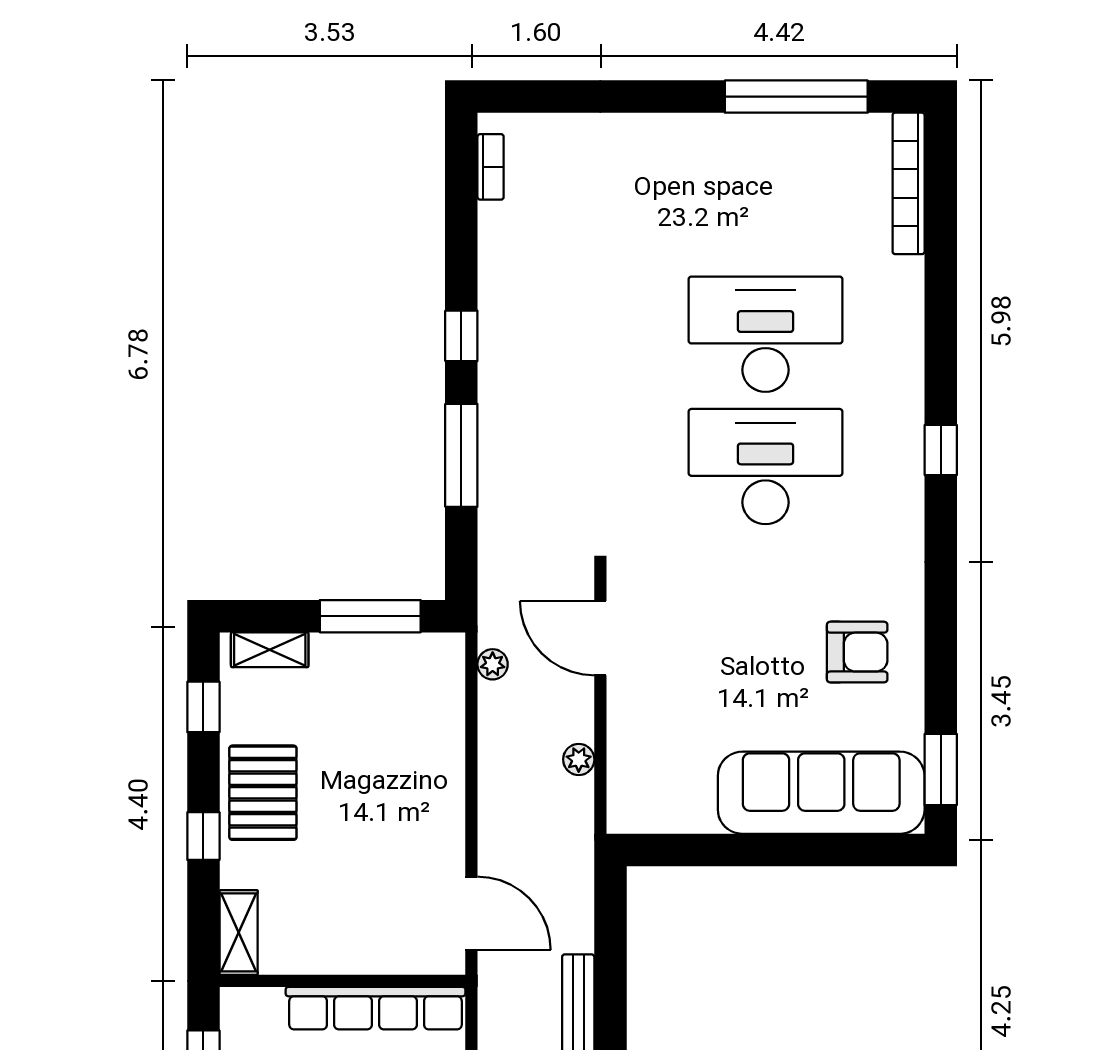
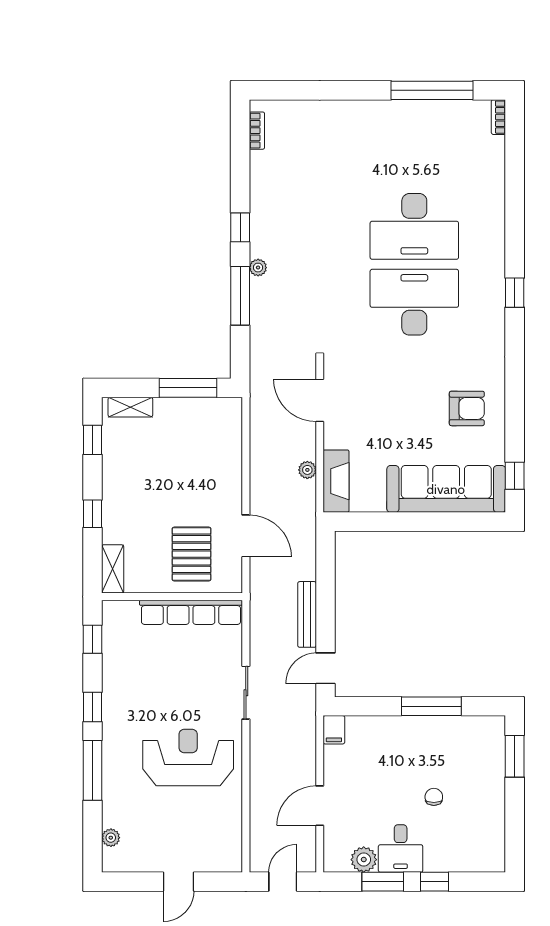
bookcase: (909, 183) -> (498, 117), width x0.43, depth x0.76
desk: (765, 334) -> (414, 226), turned 180
plant: (493, 664) -> (258, 268), moved
window: (941, 770) -> (515, 476), width x0.67
fireplace: (629, 779) -> (336, 481), added
pallet: (263, 793) -> (192, 554), moved
door: (471, 913) -> (246, 536), moved

